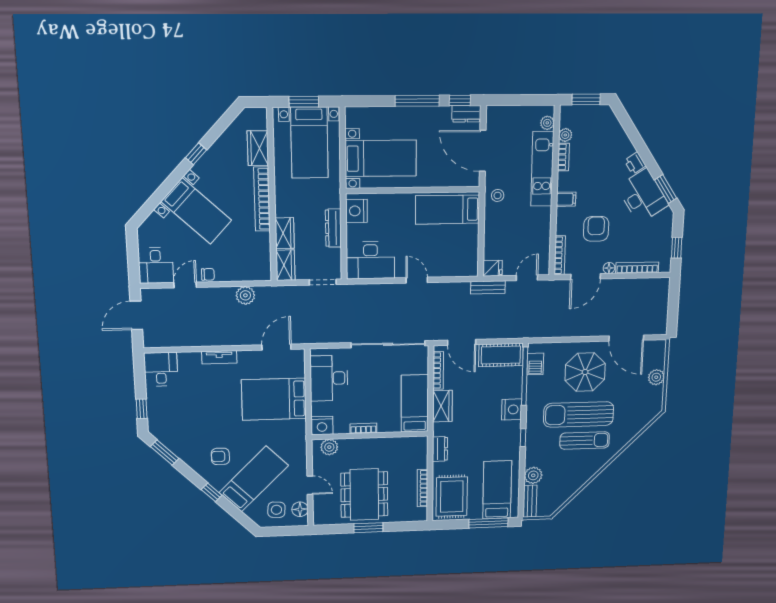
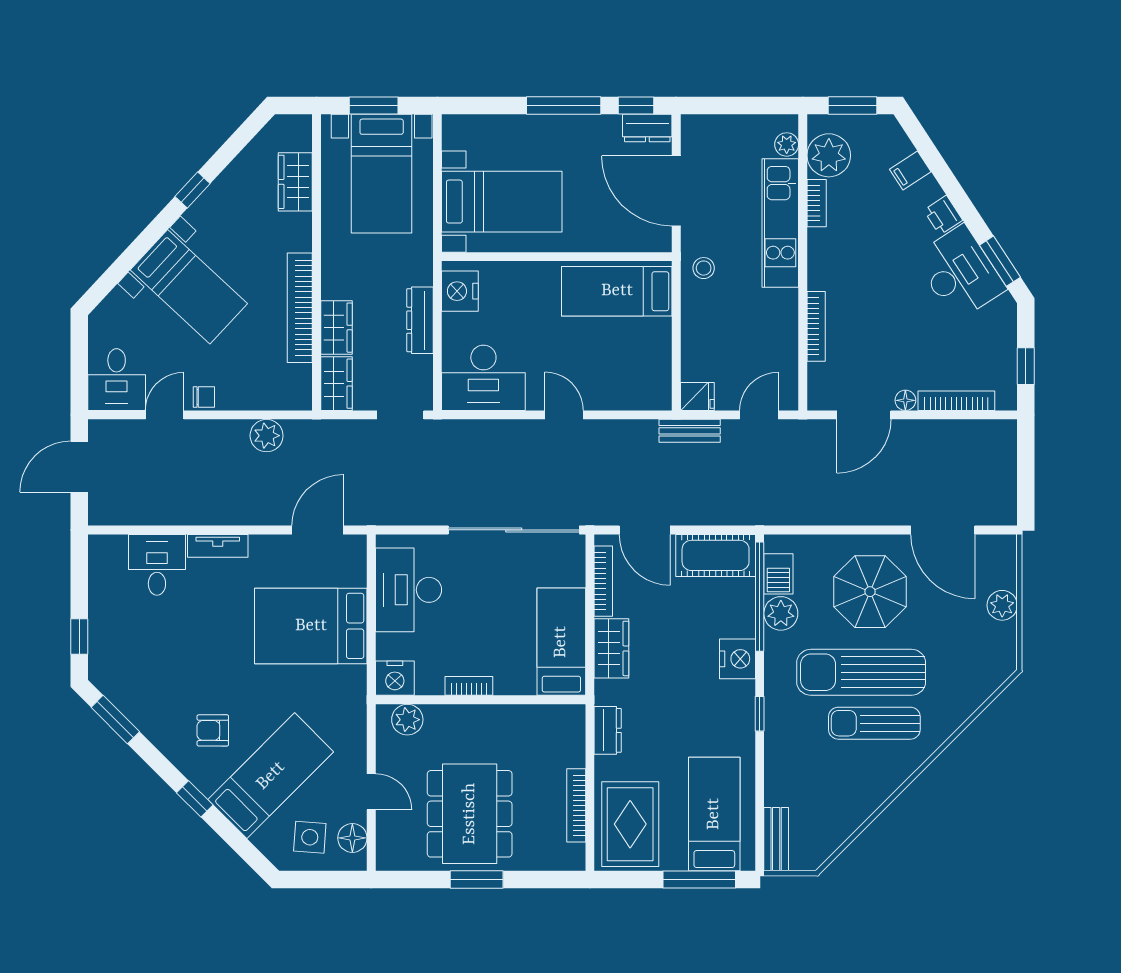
plant: (565, 135) -> (829, 155), width x1.88, depth x1.88
bookcase: (262, 199) -> (300, 308), moved
filing cabinet: (566, 199) -> (910, 170), moved, turned 147
armchair: (596, 229) -> (879, 330), removed
bookcase: (560, 255) -> (816, 326), moved
desk: (161, 369) -> (157, 565), moved
sun lounger: (585, 440) -> (874, 723), turned 180
plant: (533, 475) -> (781, 613), moved

